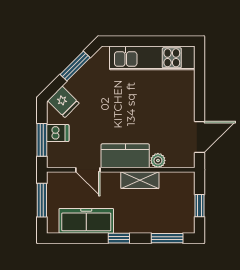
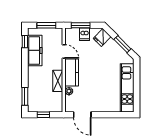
door: (88, 170) -> (64, 51), swing flipped
window: (119, 238) -> (25, 42), moved

